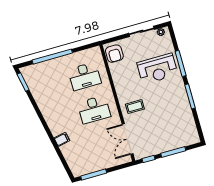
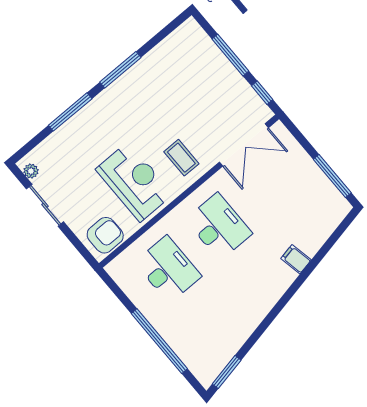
reception desk: (157, 69) -> (134, 182), moved

